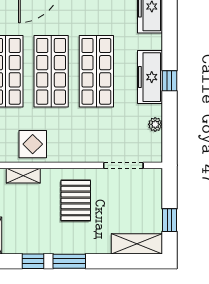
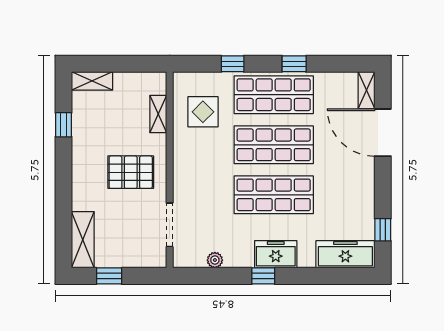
freezer: (150, 77) -> (276, 254), width x0.71
display table: (33, 144) -> (203, 112), moved
window: (69, 261) -> (64, 165), removed

